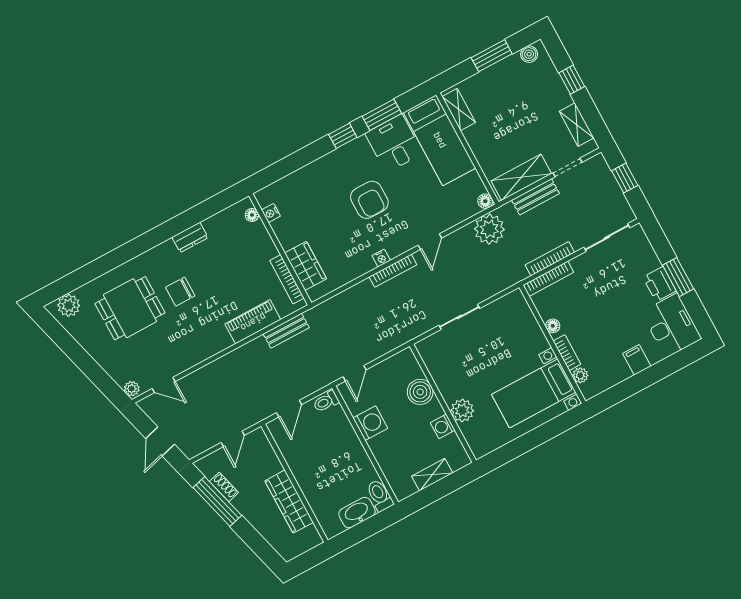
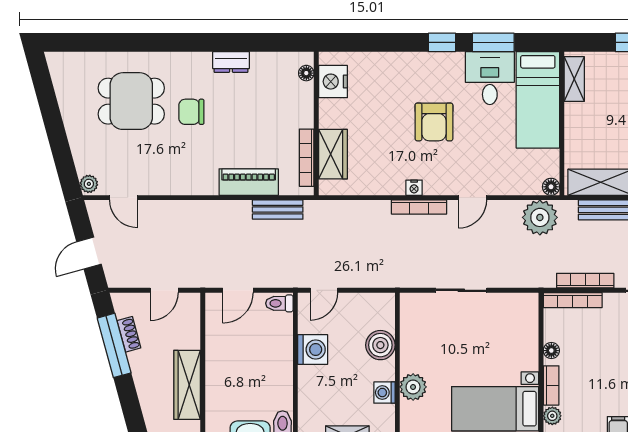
nightstand: (271, 213) -> (333, 82), width x1.89, depth x1.79
plant: (69, 305) -> (70, 65), removed

